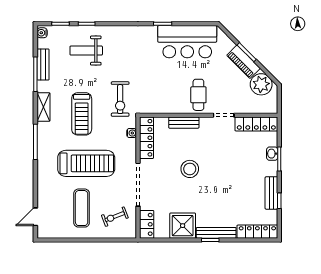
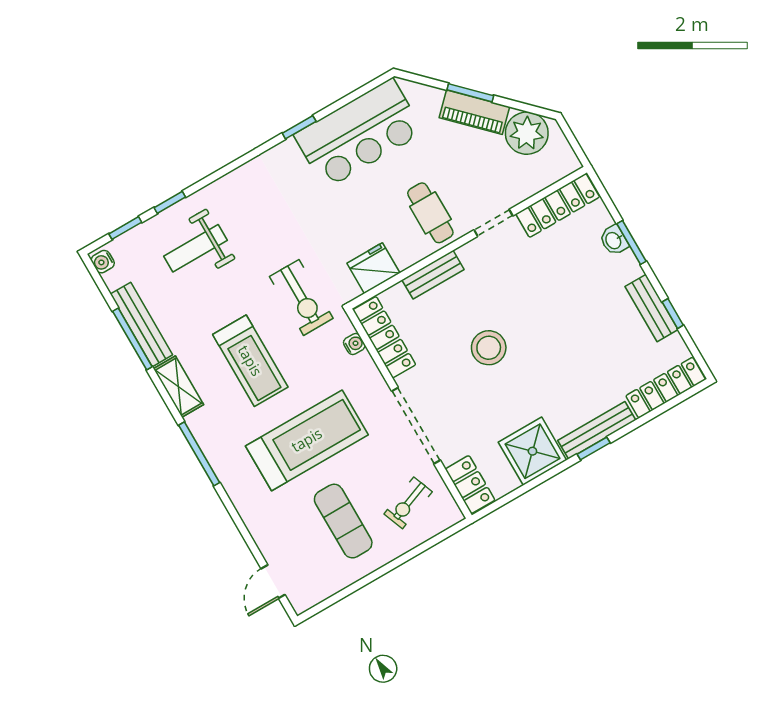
bench: (43, 65) -> (141, 324), width x1.36
fridge: (159, 105) -> (373, 268), added

